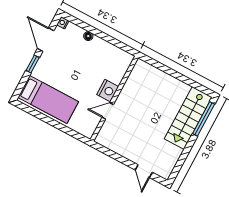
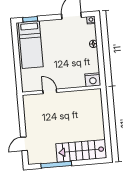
window: (33, 64) -> (30, 19), moved
nightstand: (108, 91) -> (93, 80), moved
window: (204, 119) -> (56, 165), moved

